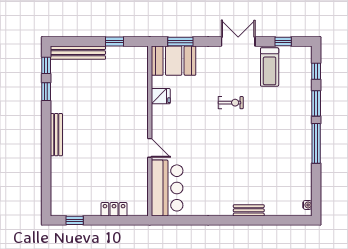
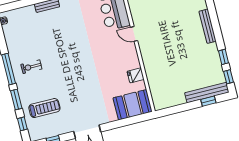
window: (114, 42) -> (208, 101), moved
window: (180, 42) -> (131, 121), removed
treadmill: (270, 67) -> (44, 108), moved, turned 90
exercise bike: (231, 103) -> (31, 67), moved

